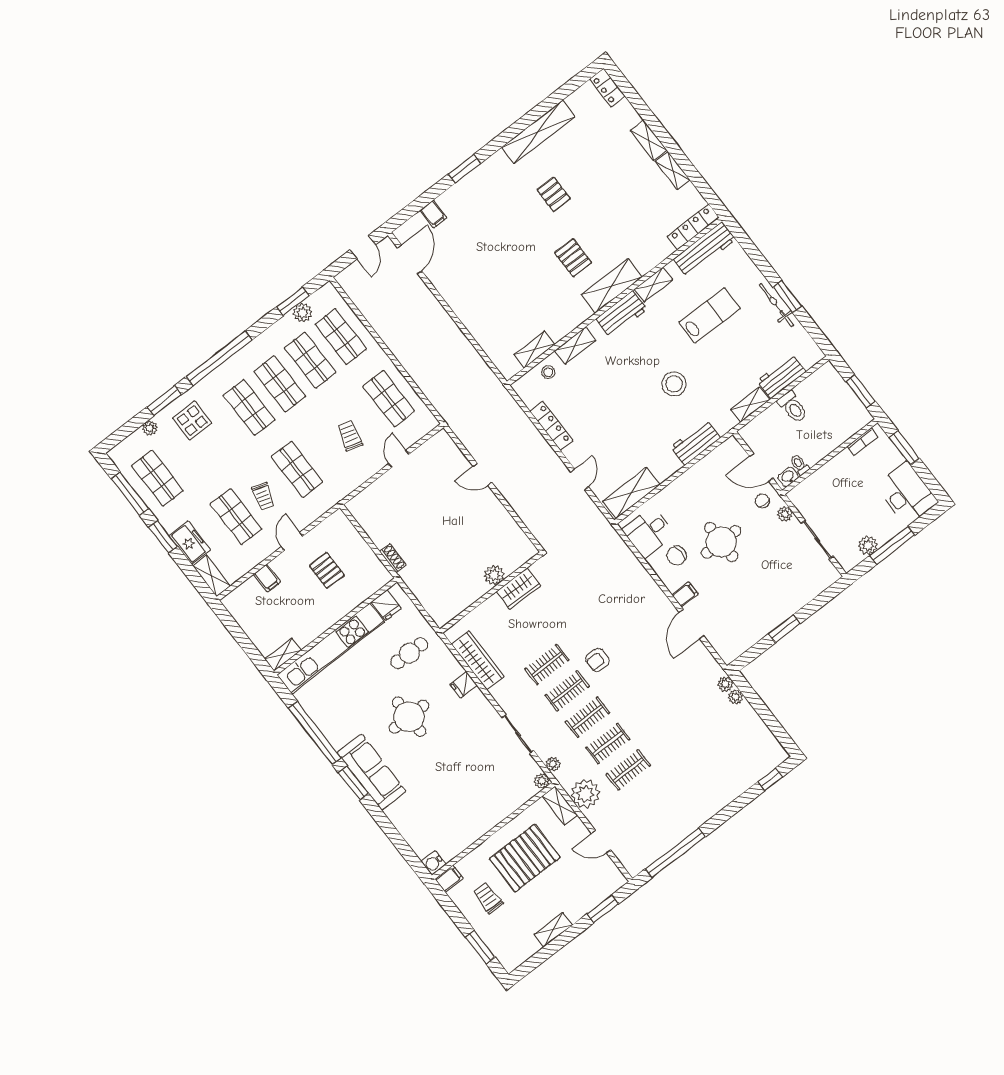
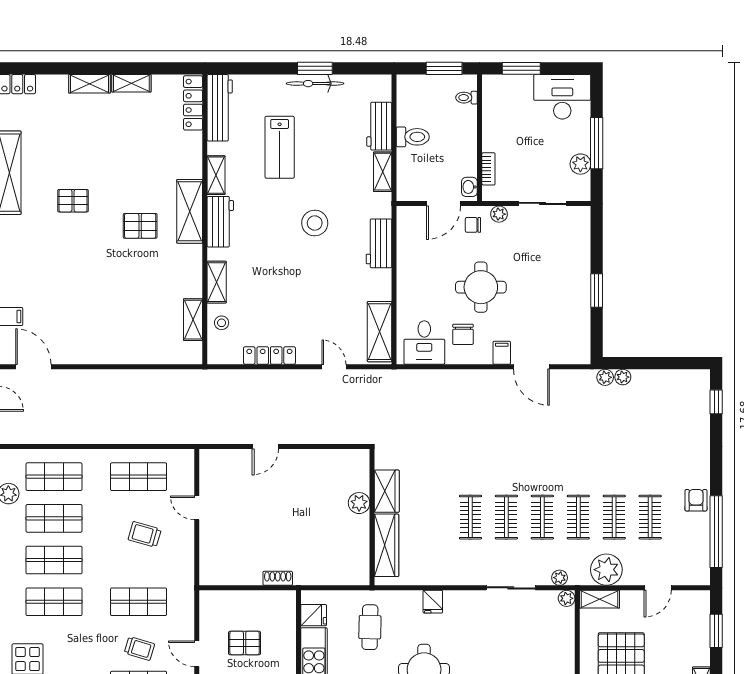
lab bench: (710, 315) -> (280, 147), turned 180
bookcase: (862, 442) -> (488, 169), moved
toilet: (800, 465) -> (467, 98), moved
wardrobe: (478, 660) -> (387, 545), moved, turned 90
armchair: (597, 660) -> (696, 500), moved, turned 180
clothes rail: (649, 796) -> (650, 517), added

